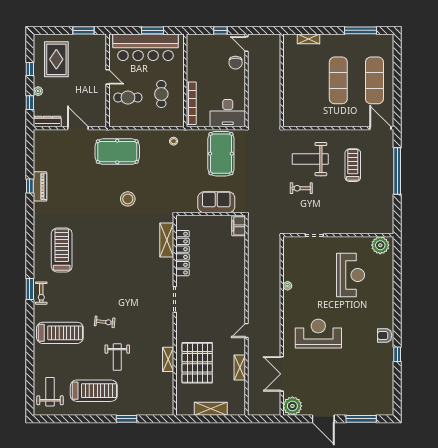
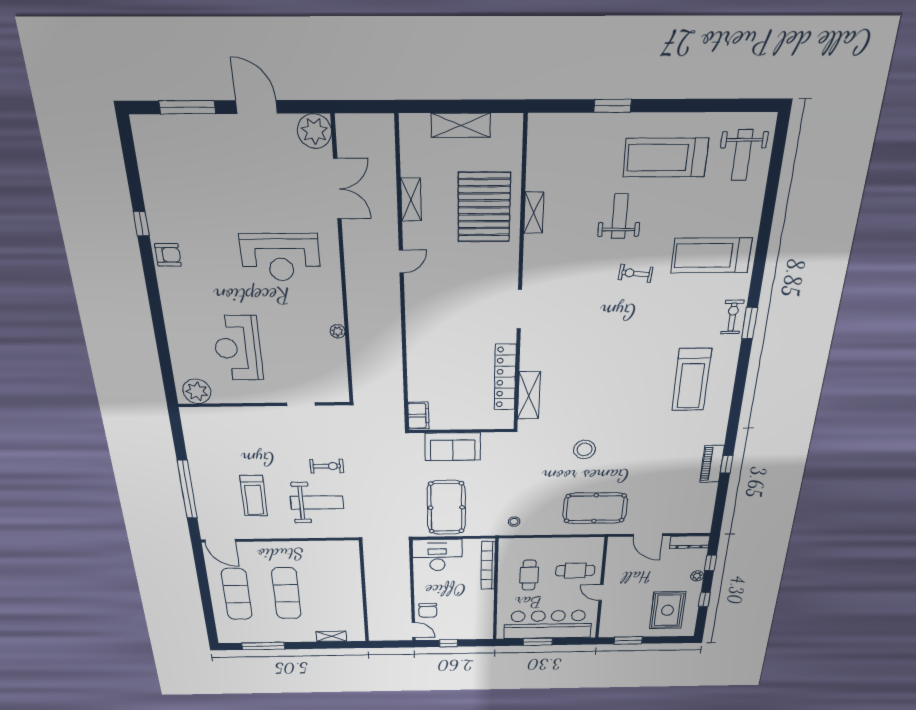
chair: (236, 63) -> (428, 610), turned 180

